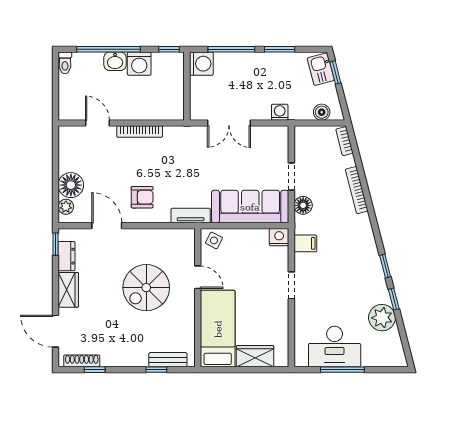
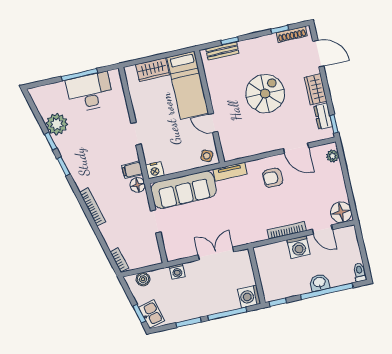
washing machine: (139, 64) -> (299, 247), moved, turned 180
floor lamp: (71, 185) -> (341, 212), moved
bookcase: (357, 190) -> (93, 207), moved
floor lamp: (303, 205) -> (138, 185), moved
spiral stairs: (146, 288) -> (265, 94), moved

